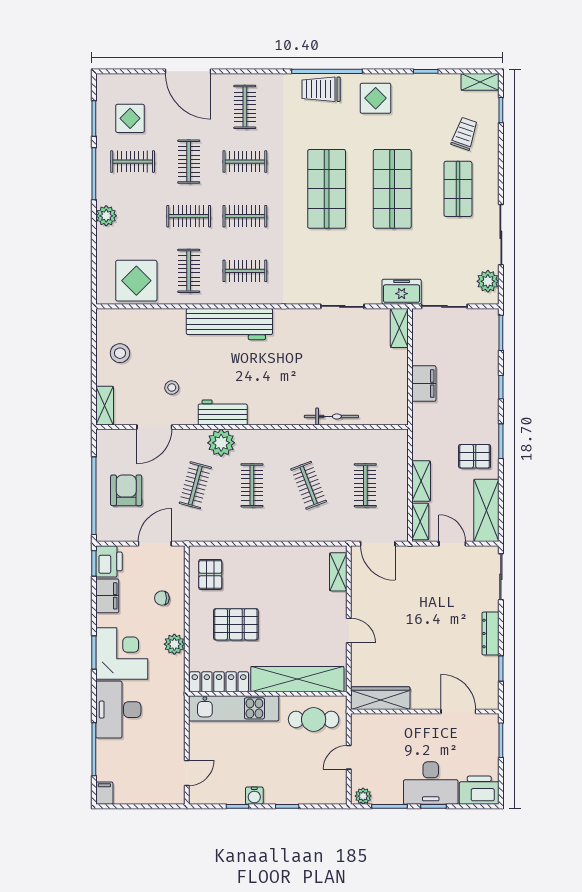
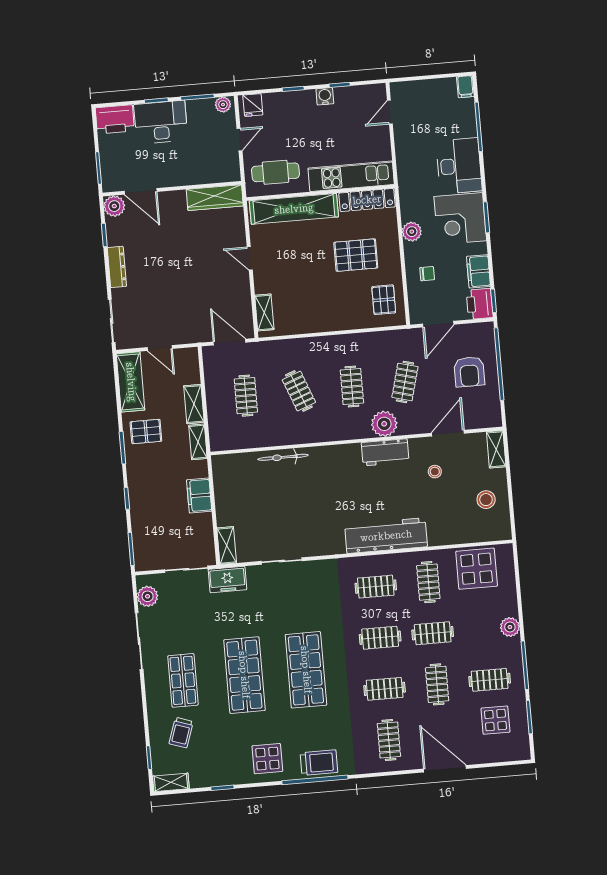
shelving: (420, 521) -> (198, 442), moved
plant: (488, 698) -> (114, 206), added
fridge: (331, 793) -> (253, 105), added

